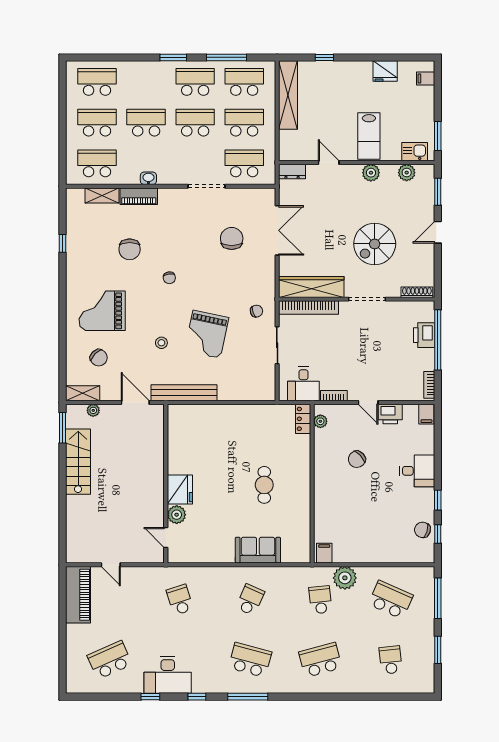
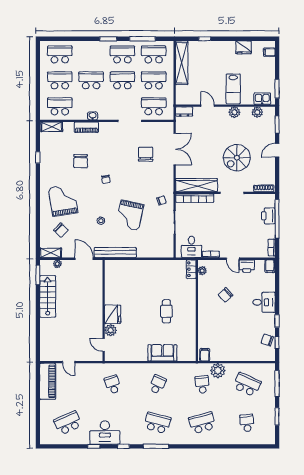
shelving: (102, 195) -> (52, 127), moved
grand piano: (102, 311) -> (63, 200), turned 81

